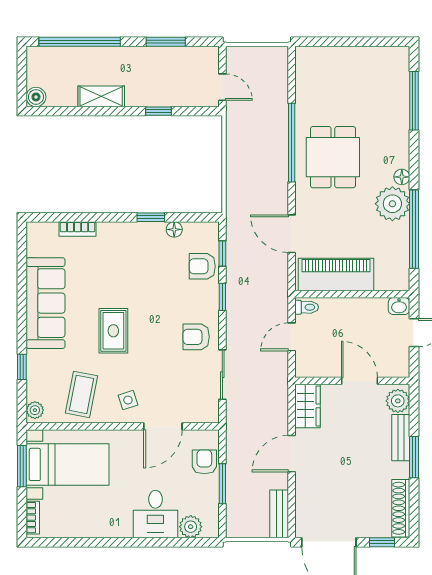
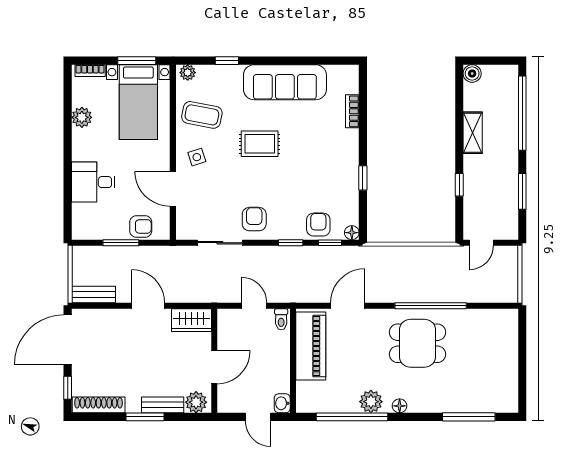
plant: (392, 204) -> (371, 402), width x0.73, depth x0.73
floor lamp: (174, 229) -> (352, 233), moved
plant: (191, 527) -> (82, 117), moved

